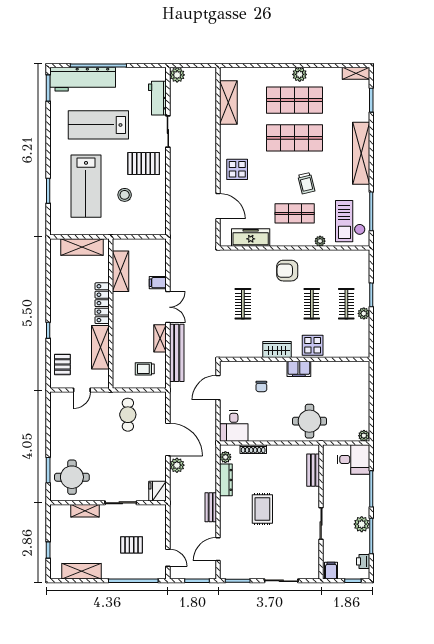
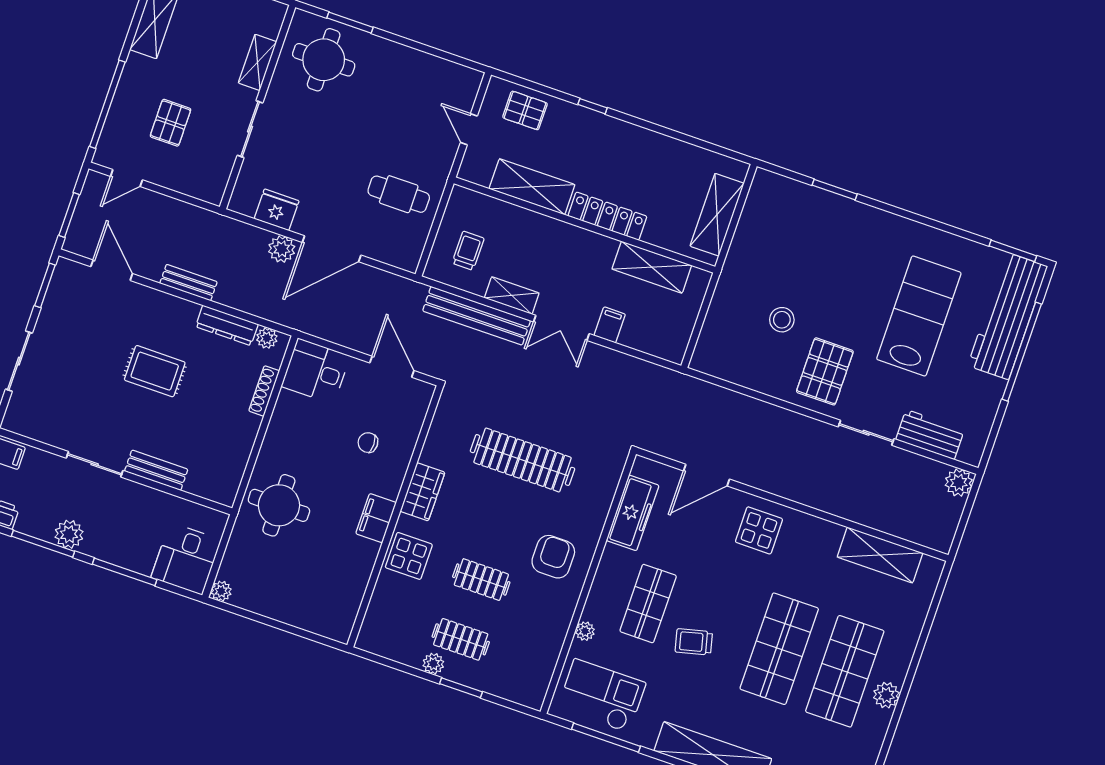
lab bench: (86, 186) -> (820, 258), removed
clothes rail: (243, 304) -> (522, 460), width x1.86, depth x1.31
bench: (313, 470) -> (156, 470), moved
fridge: (158, 491) -> (277, 210), moved

